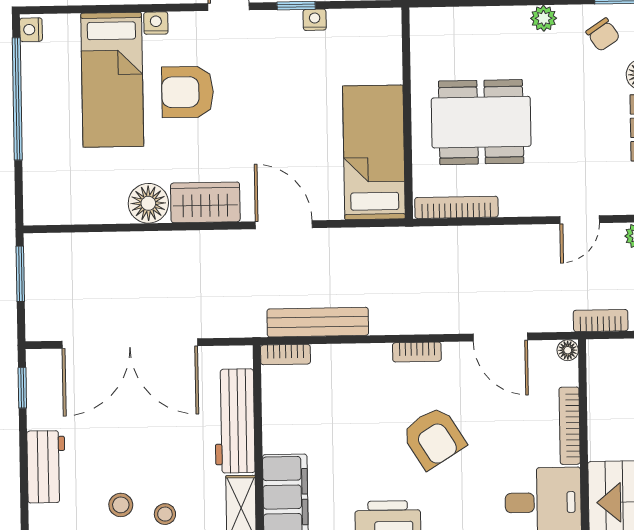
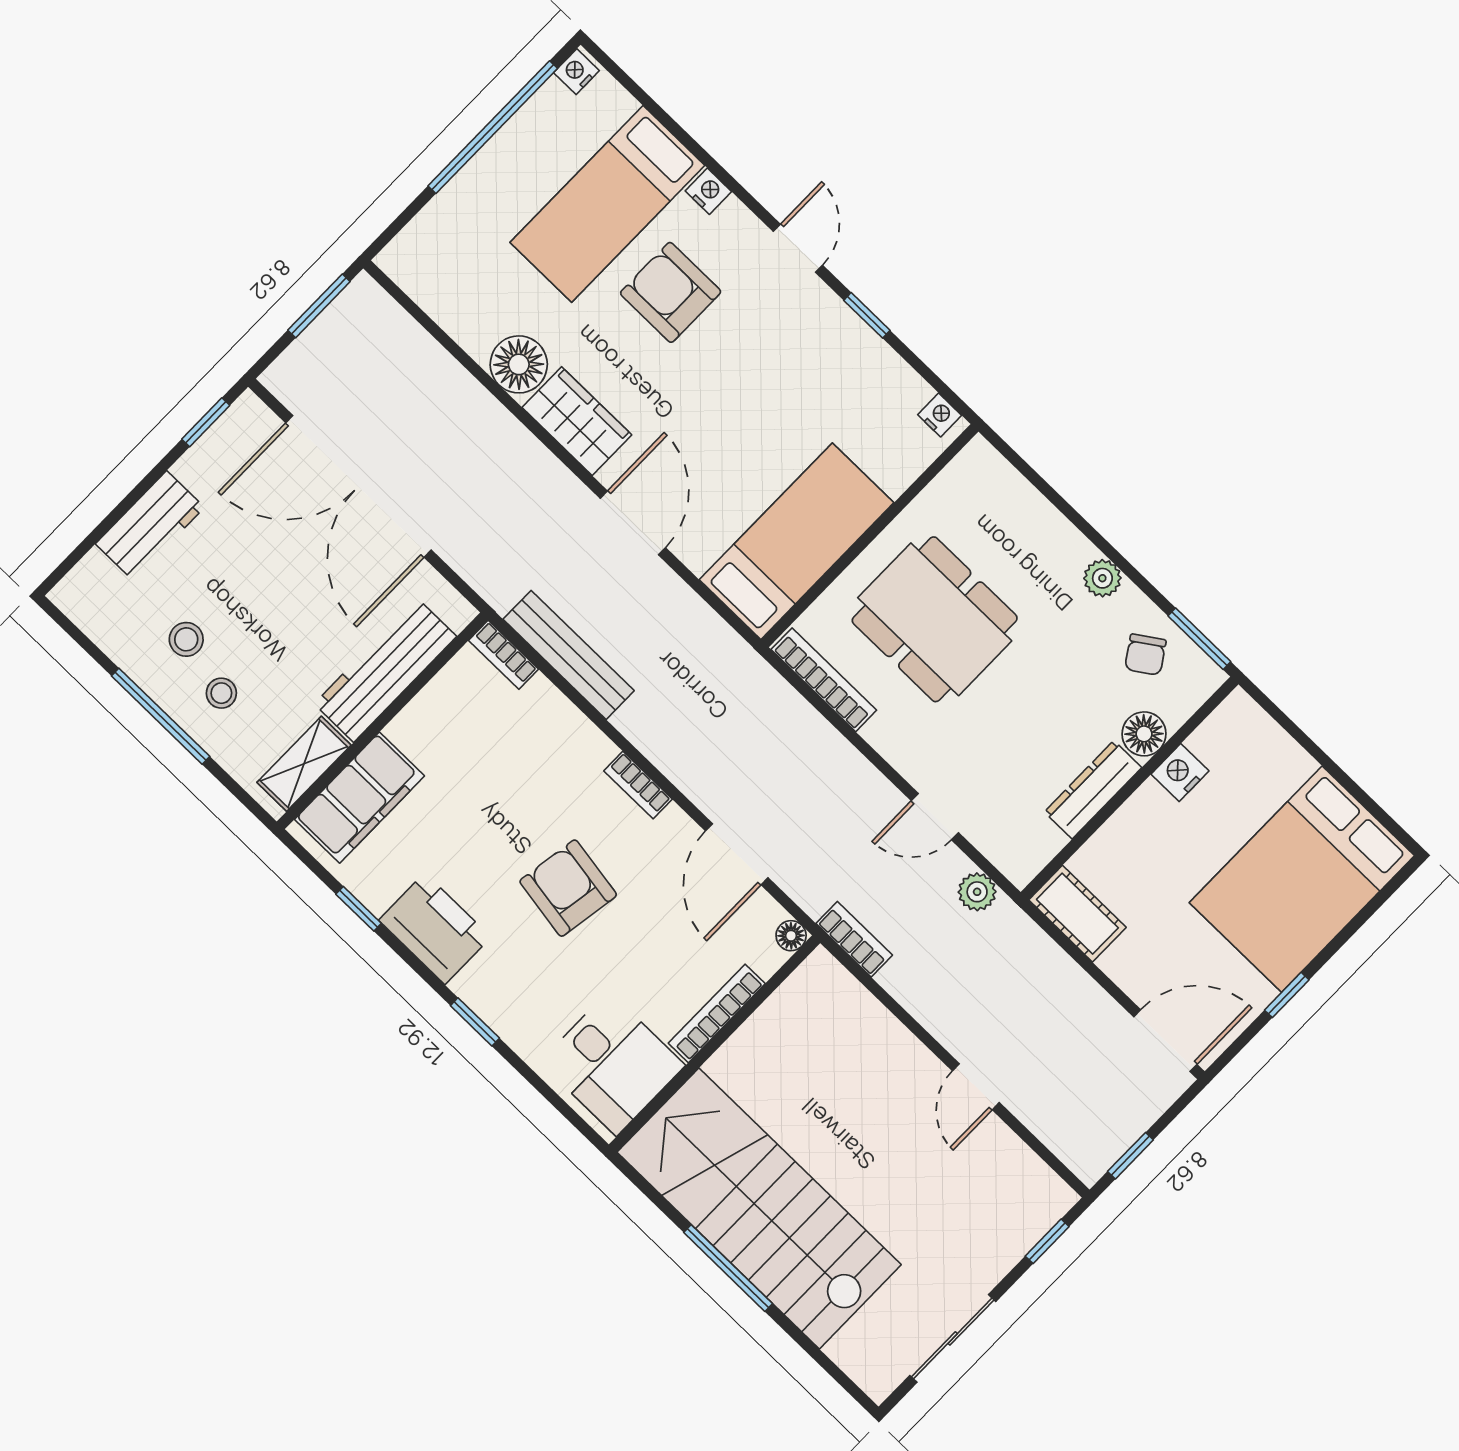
nightstand: (315, 20) -> (940, 415), moved
armchair: (434, 438) -> (568, 888), turned 131

